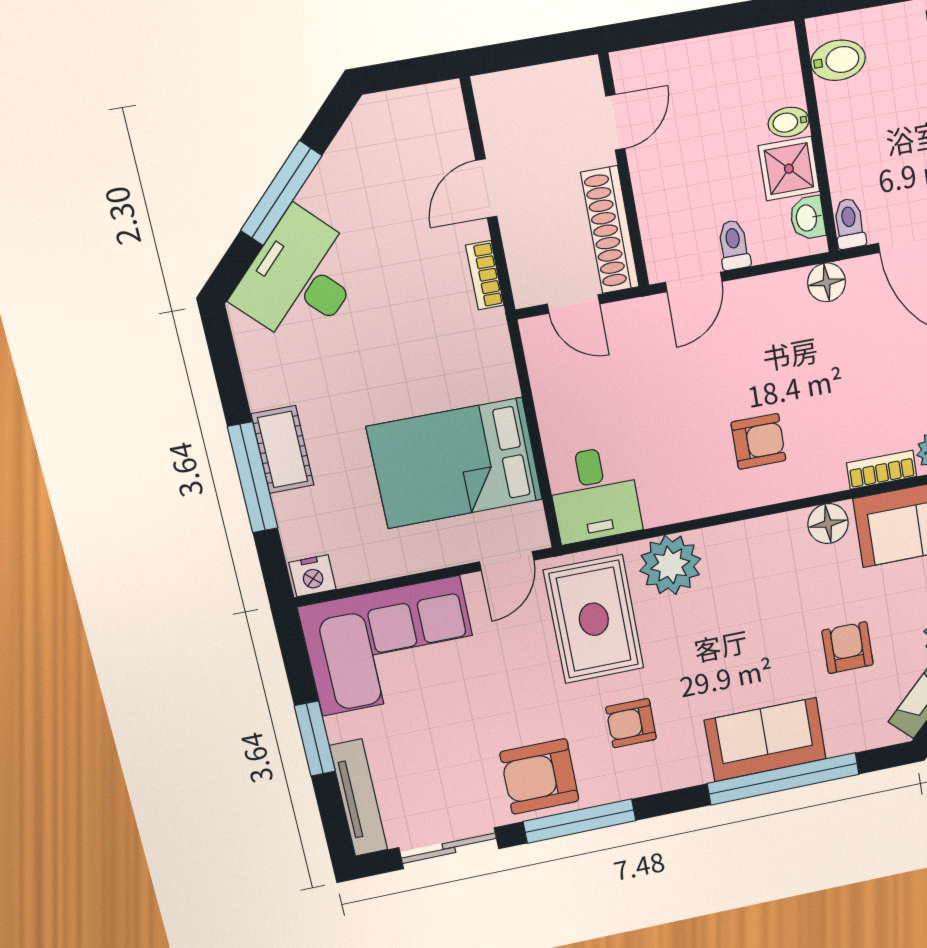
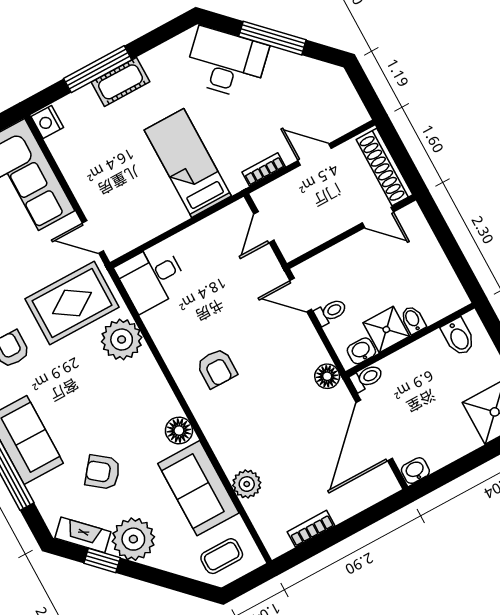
shoe rack: (610, 230) -> (384, 167), moved, turned -90
bed: (455, 463) -> (188, 163), moved, width x0.67
bookcase: (882, 470) -> (224, 452), removed
armchair: (848, 648) -> (103, 472), turned -142

